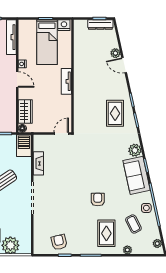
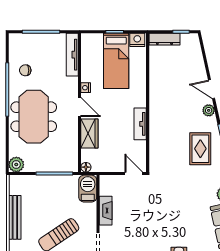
dresser: (100, 25) -> (164, 39), moved
plant: (115, 53) -> (209, 110), moved
tv unit: (66, 81) -> (140, 124), moved
wardrobe: (25, 112) -> (89, 134), moved
door: (61, 133) -> (134, 174), hinge flipped

